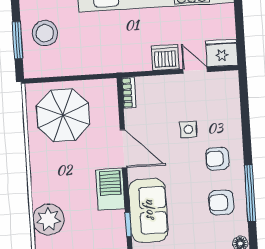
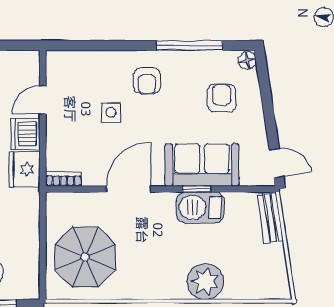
fridge: (222, 53) -> (24, 169), moved
barbecue: (110, 189) -> (200, 207), moved
armchair: (221, 202) -> (222, 98), moved, turned 180
window: (128, 224) -> (197, 189), moved

